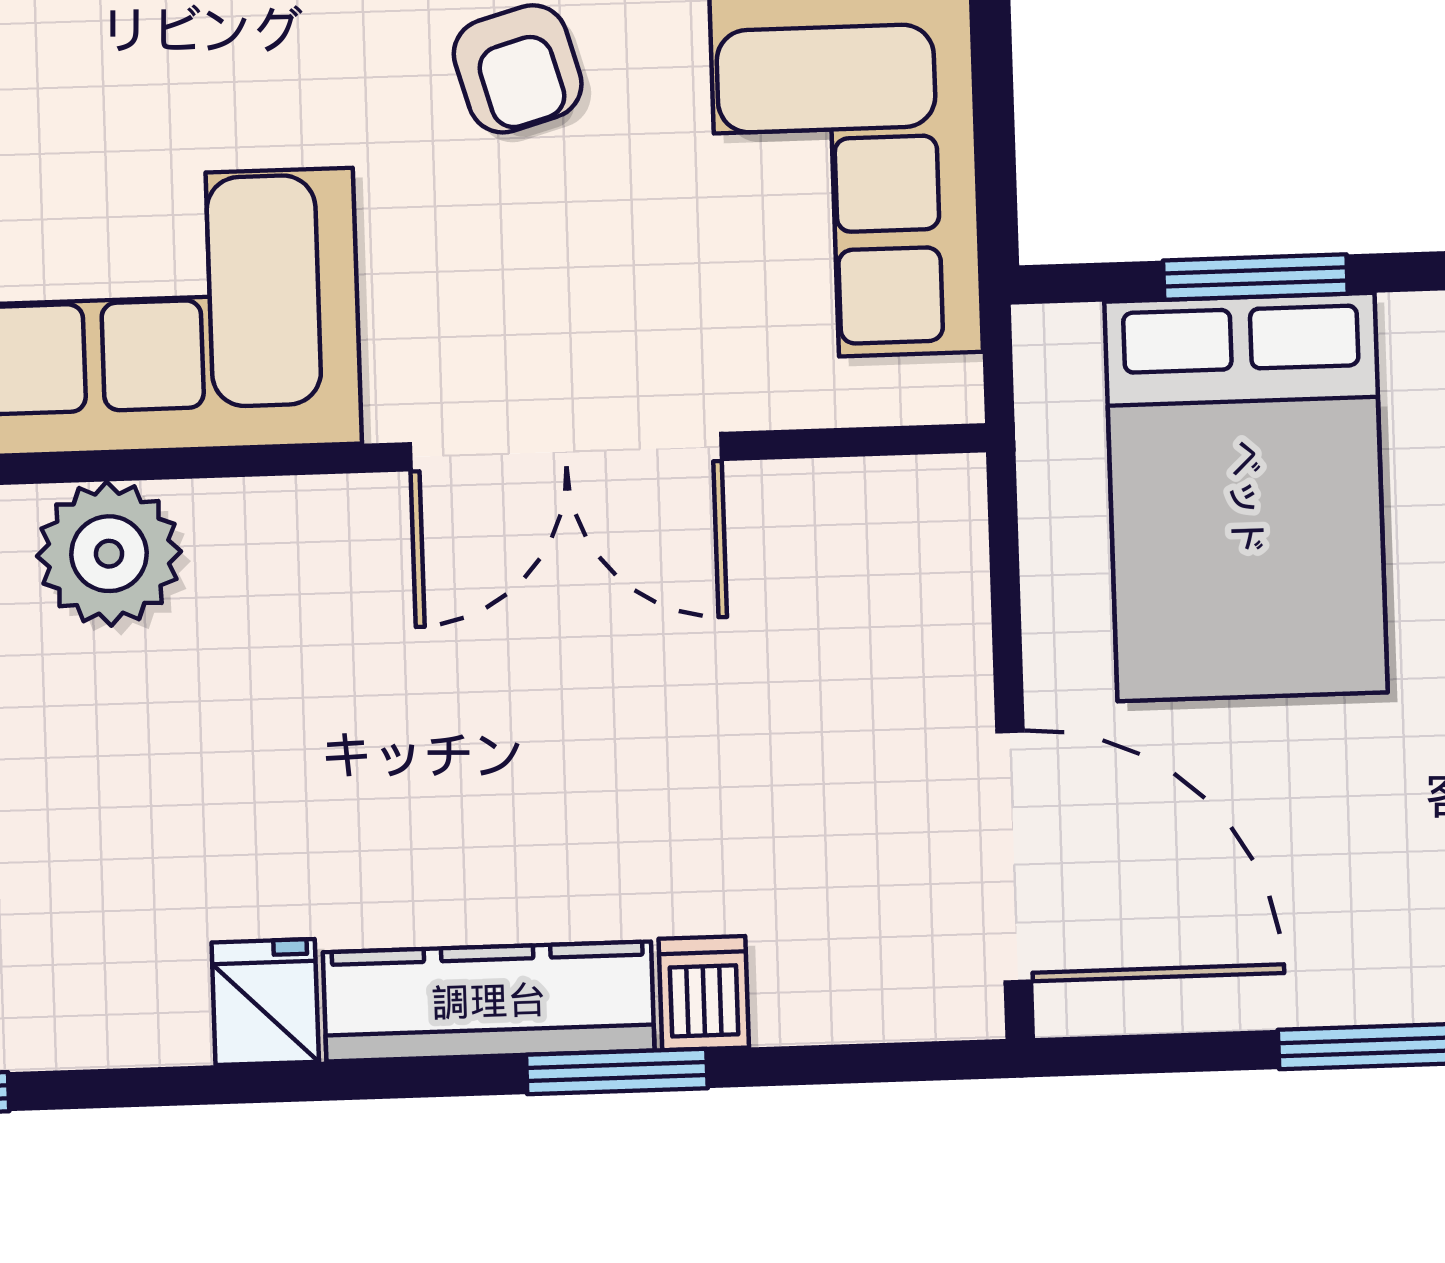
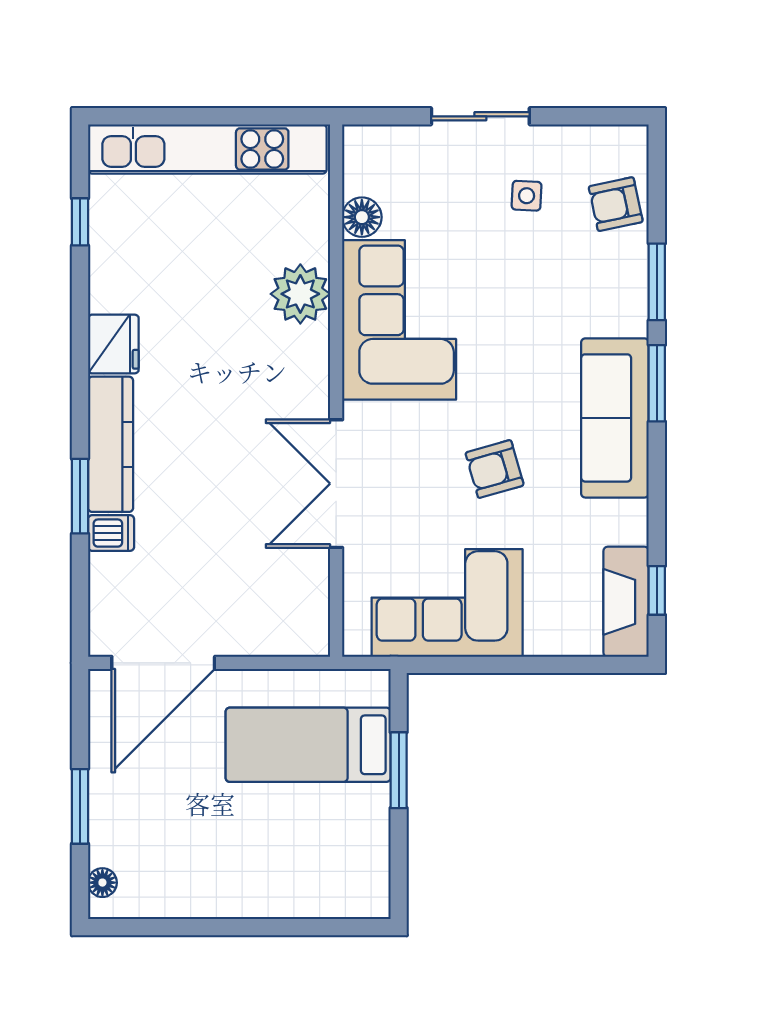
bed: (1246, 497) -> (308, 745), width x0.67
fridge: (265, 1002) -> (113, 344), width x1.38

